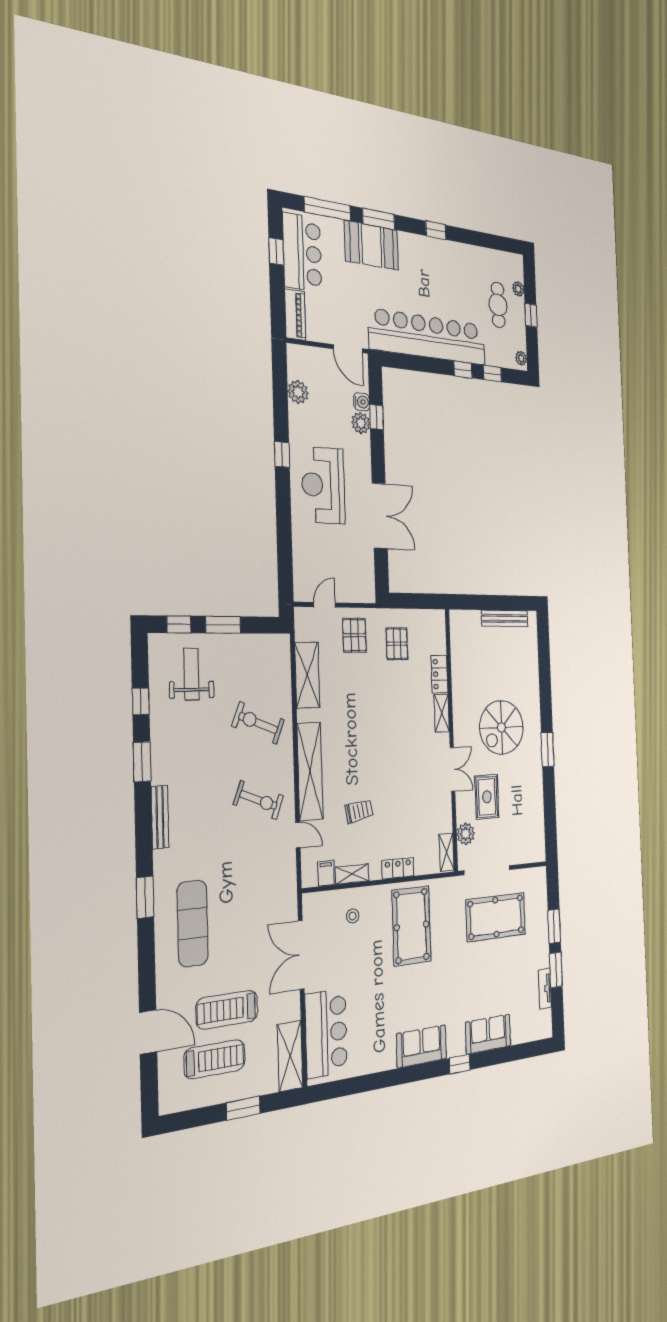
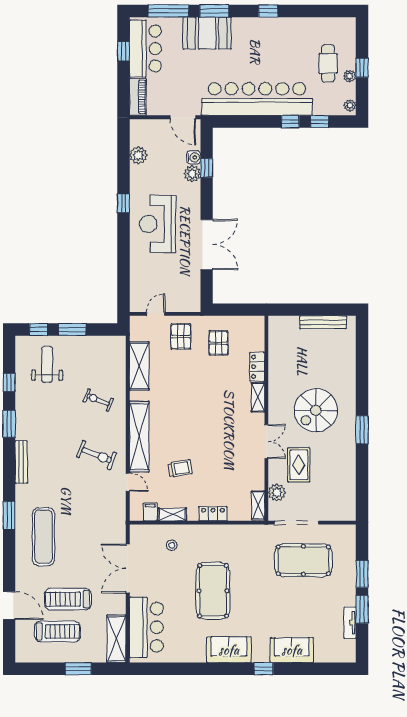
plant: (518, 289) -> (350, 76), moved
exercise bike: (258, 723) -> (98, 400), width x0.73, depth x0.72
pool table: (411, 926) -> (213, 591), moved

